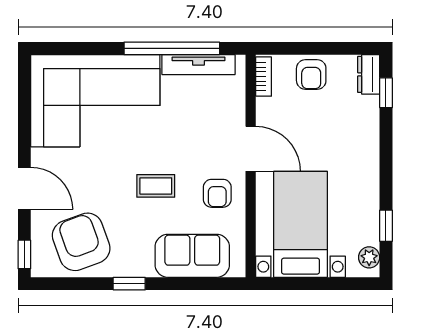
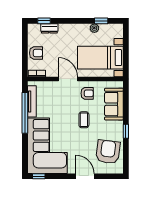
dresser: (369, 74) -> (49, 28), moved
door: (251, 149) -> (68, 79), hinge flipped
door: (24, 188) -> (85, 176), hinge flipped
armchair: (81, 242) -> (108, 152), turned 117
window: (24, 254) -> (39, 176), moved
plant: (369, 257) -> (94, 28), moved

